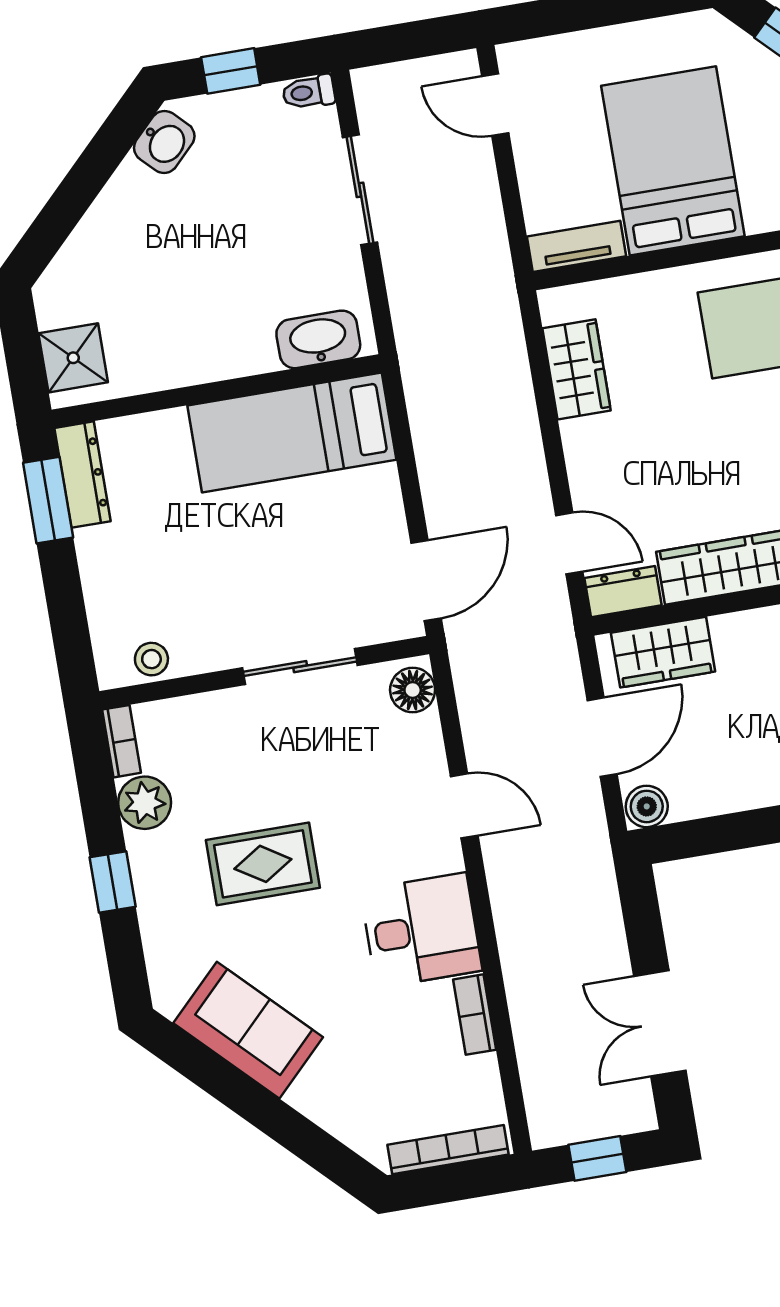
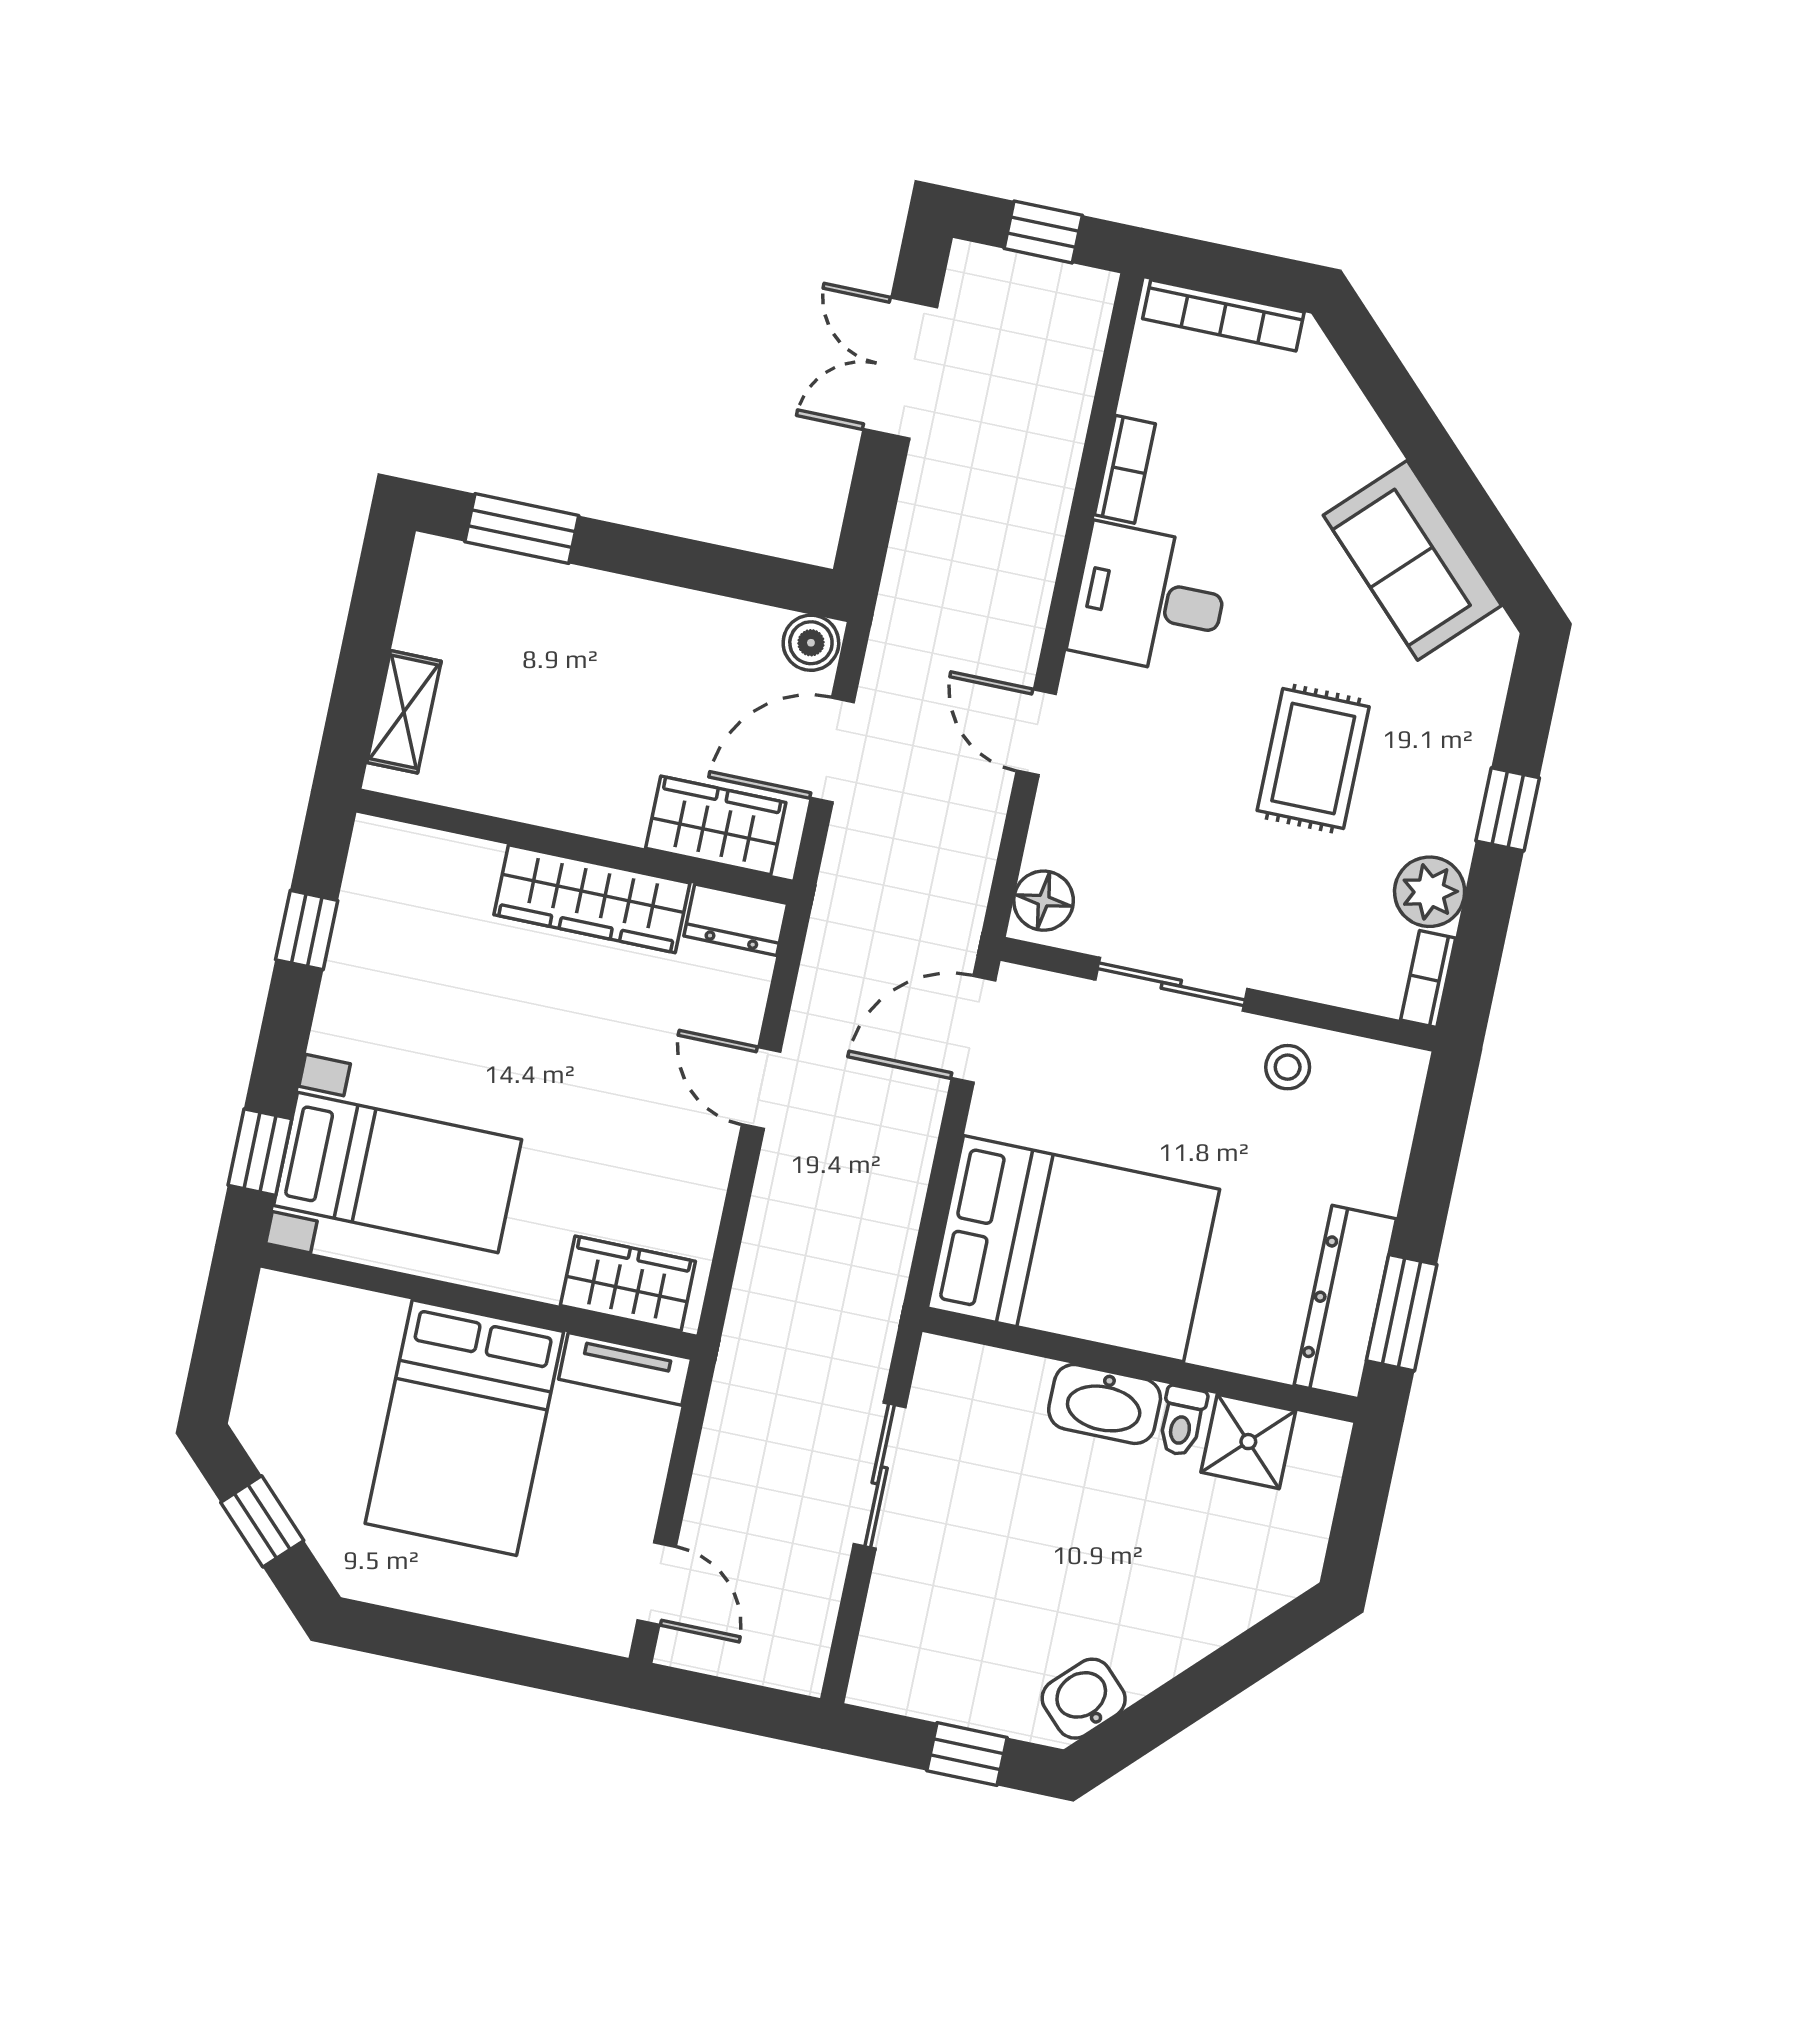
toilet: (309, 92) -> (1182, 1421), moved, turned 90
sliding door: (360, 190) -> (880, 1475), moved
washbasin: (318, 339) -> (1105, 1404), moved
shower: (73, 358) -> (1248, 1442), moved
wardrobe: (577, 369) -> (628, 1283), moved, turned 90
bed: (292, 433) -> (1074, 1249), width x1.50
dresser: (83, 475) -> (1345, 1302), width x1.37, depth x1.24
door: (569, 543) -> (761, 1088), moved
stool: (151, 659) -> (1288, 1067), moved
rug: (263, 864) -> (1313, 759), turned 90
double door: (660, 1023) -> (900, 368), swing flipped

